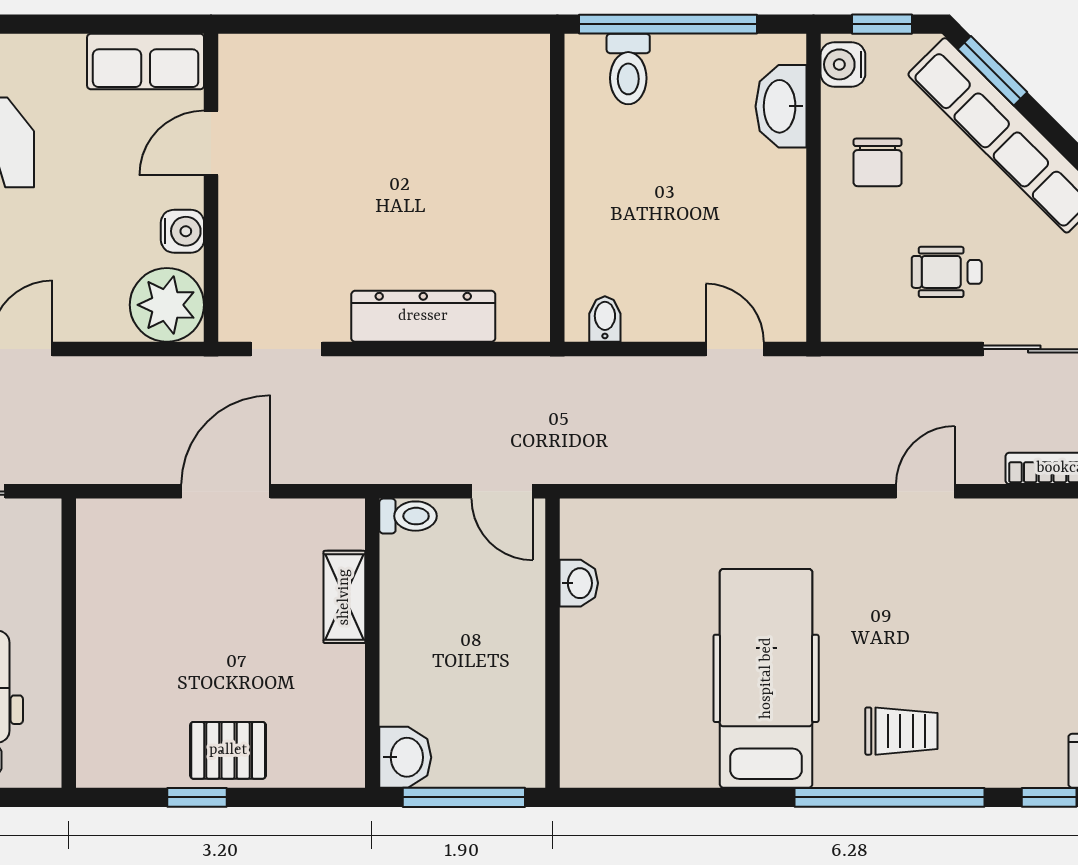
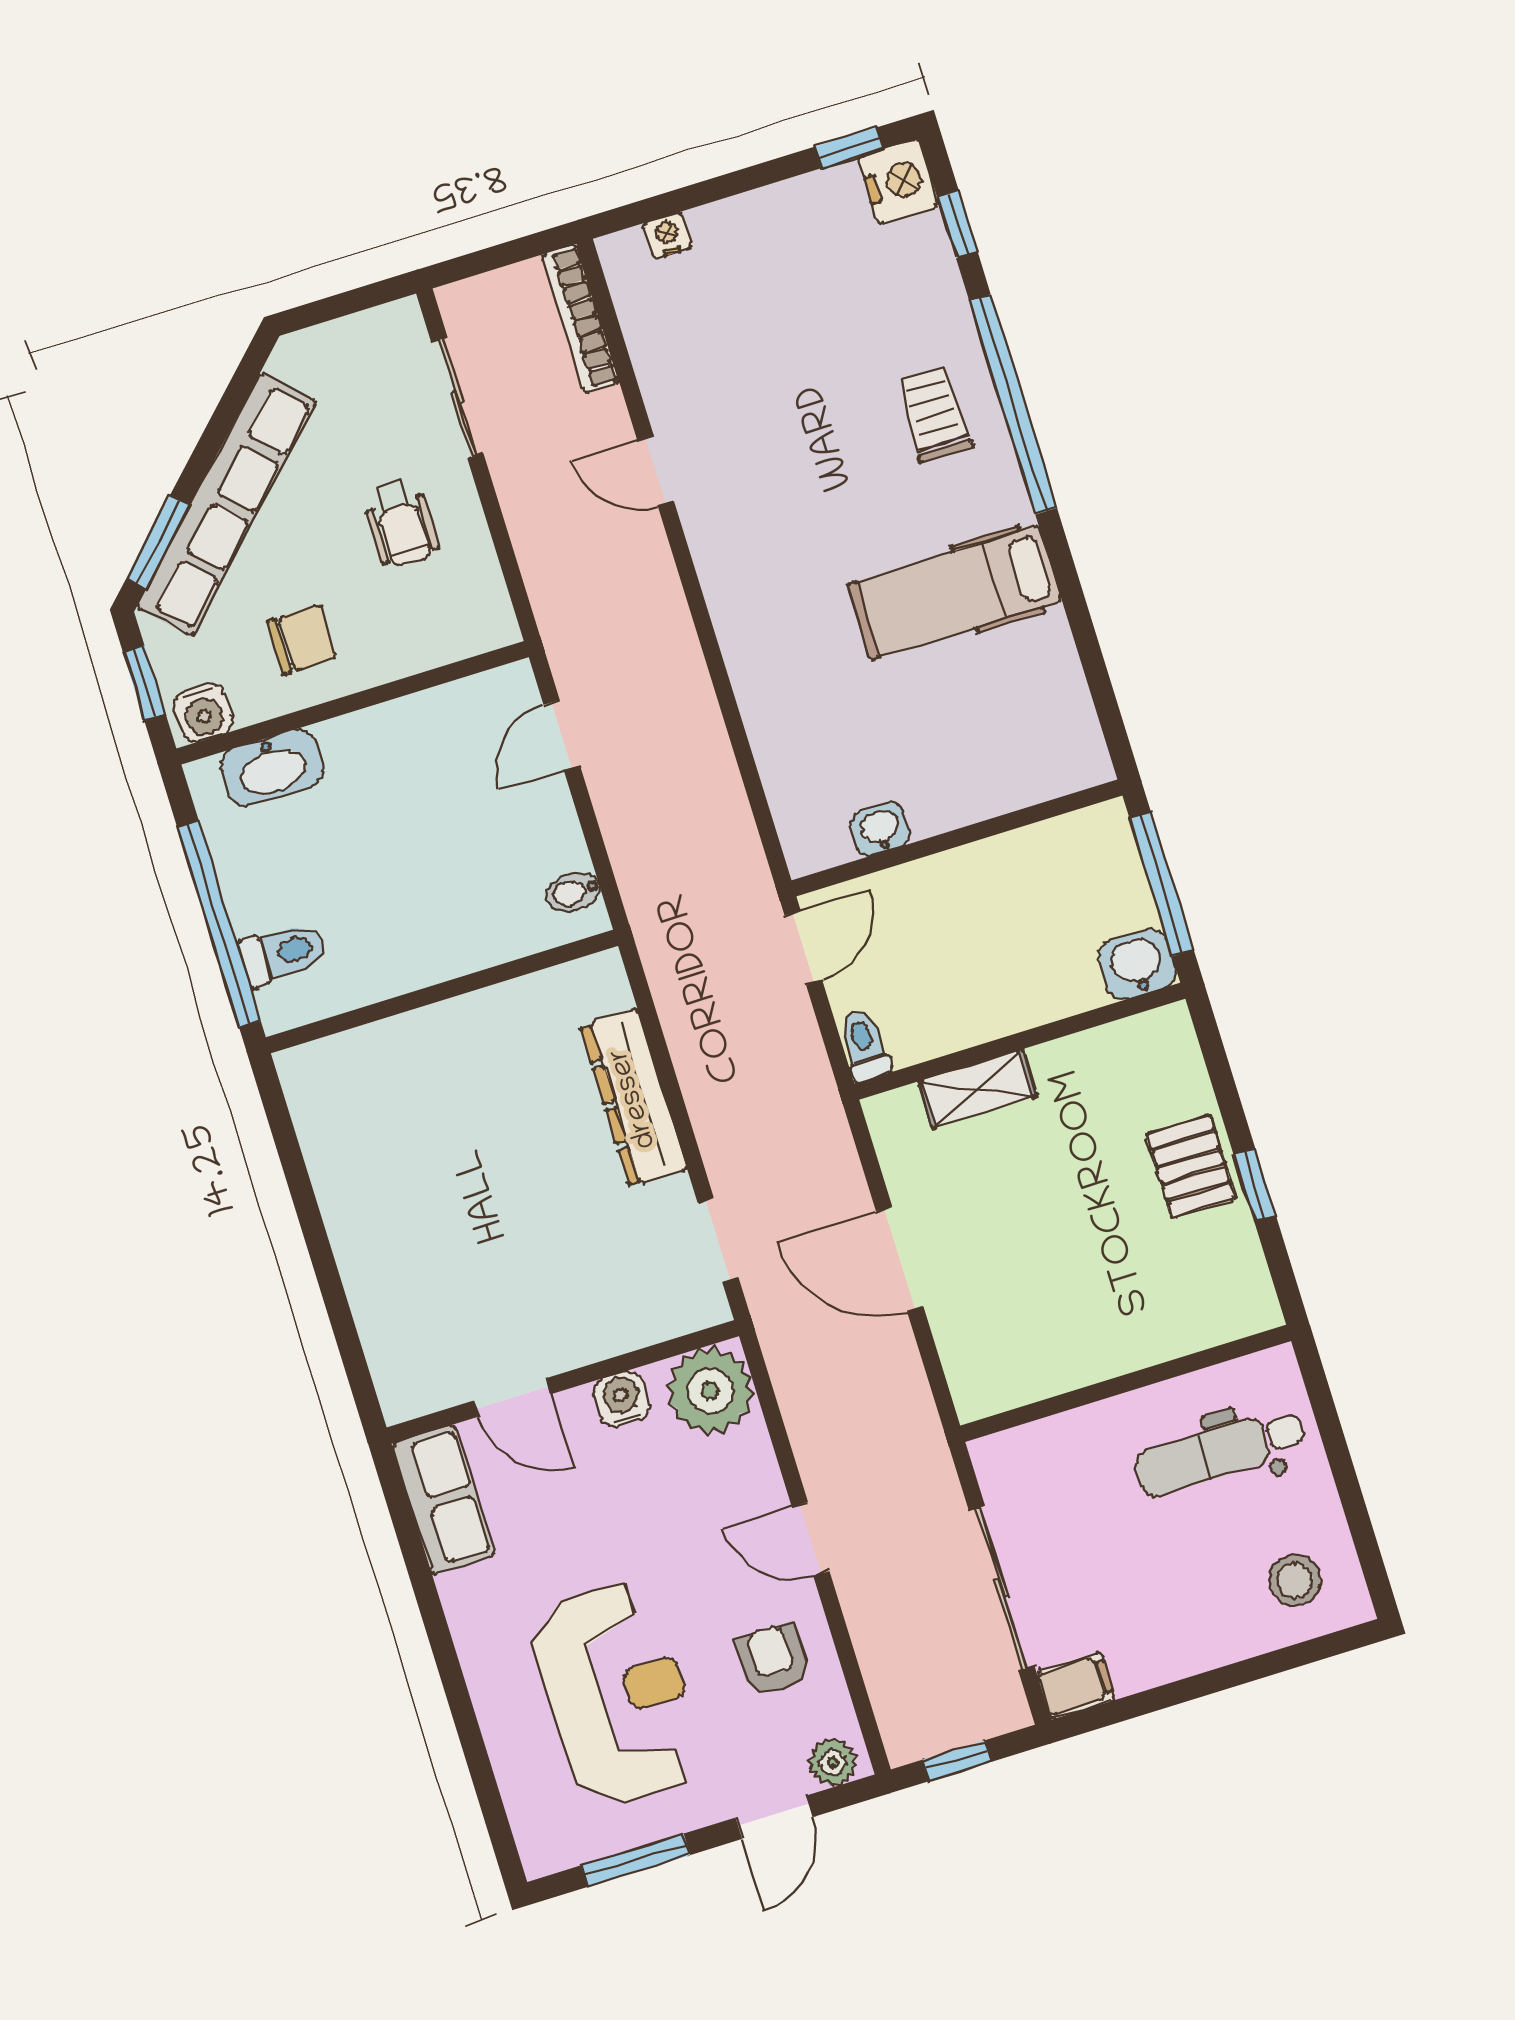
hospital bed: (766, 678) -> (955, 592), width x0.73, depth x0.78

